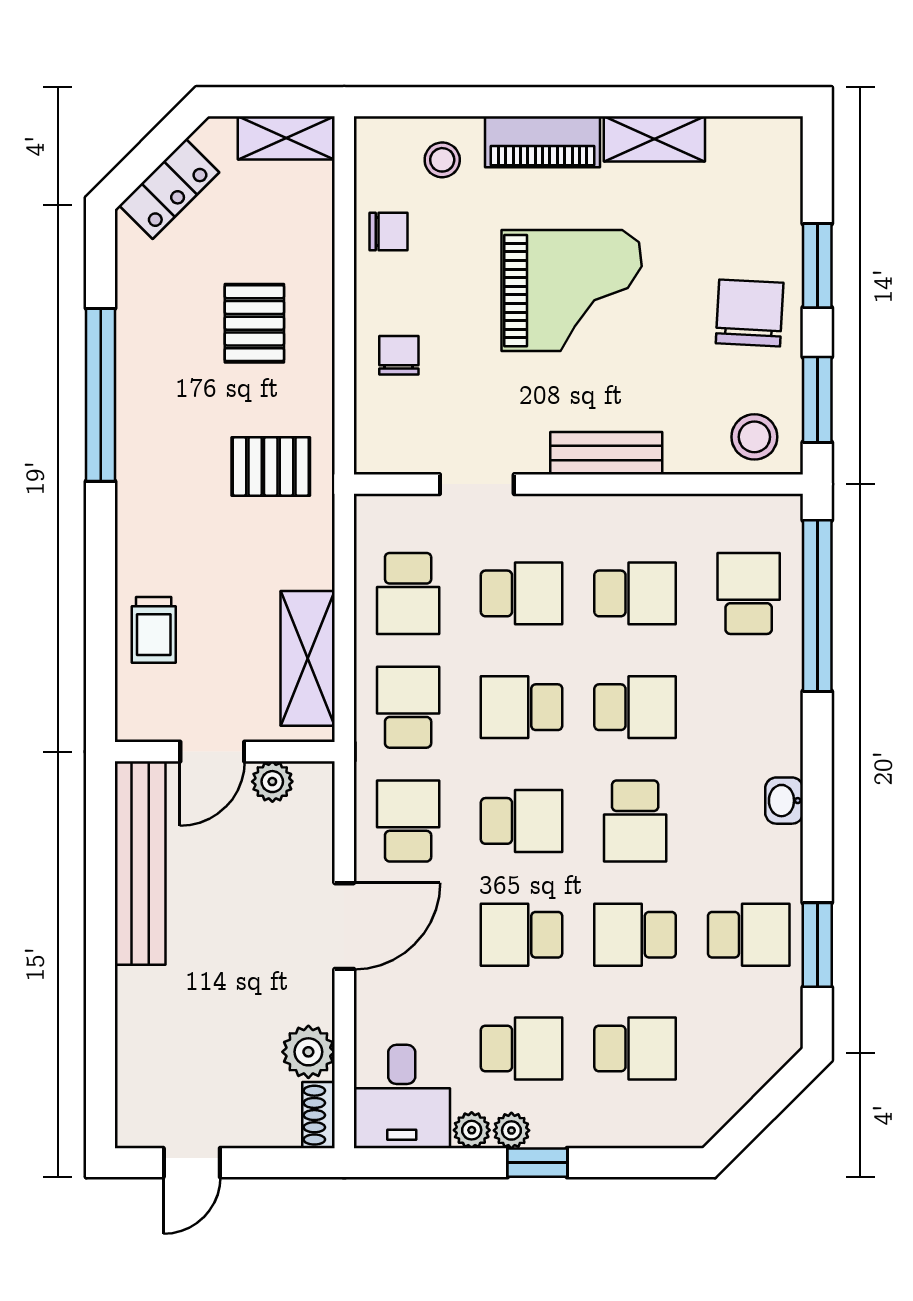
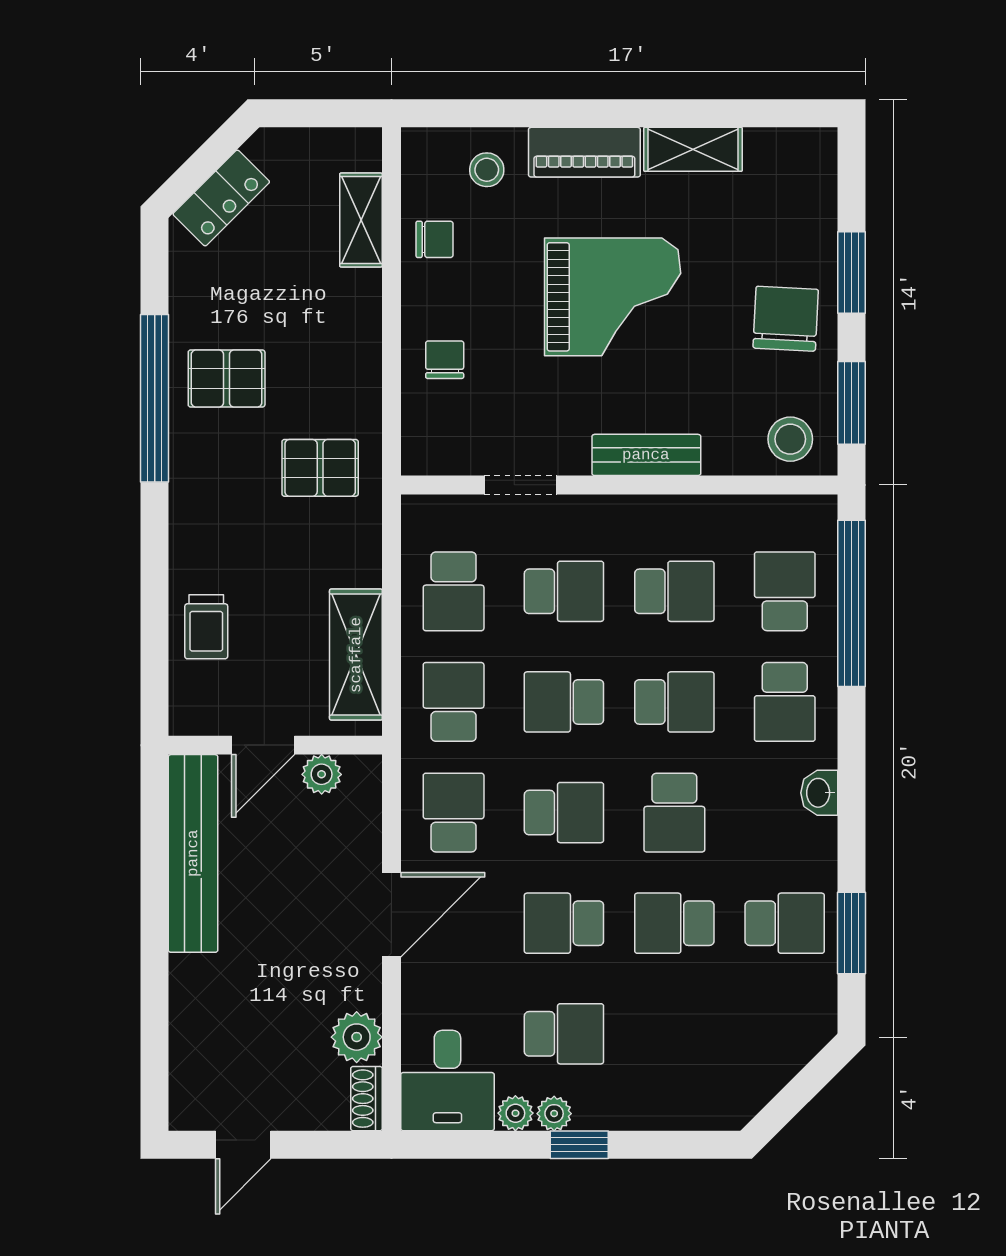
shelving: (286, 138) -> (361, 220), moved, turned 90
pallet: (254, 323) -> (227, 378), moved, turned 90
school desk: (635, 1048) -> (785, 702), moved, turned 90

